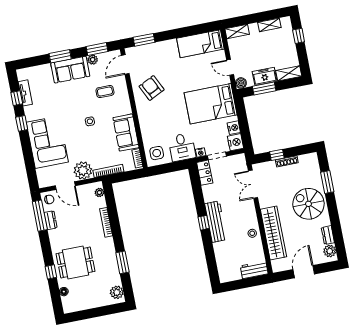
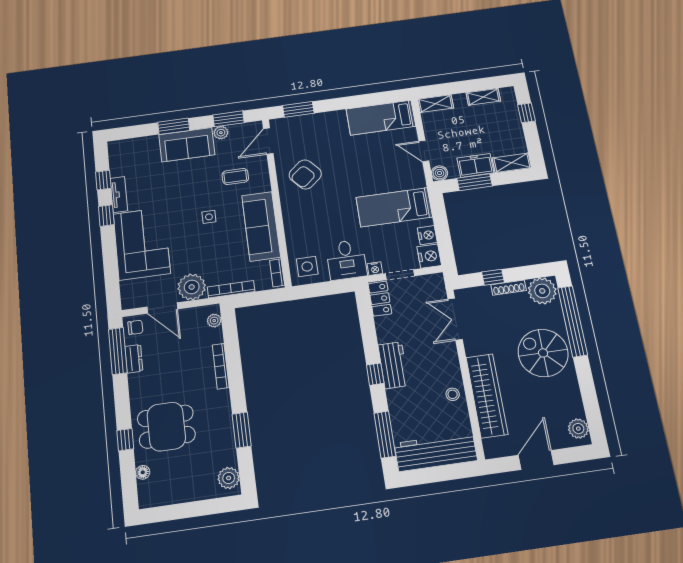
armchair: (152, 88) -> (305, 174), turned -105
tv unit: (25, 93) -> (119, 195), moved
bed: (211, 104) -> (394, 207), width x0.67
sofa: (126, 133) -> (261, 226), width x1.36
plant: (308, 163) -> (542, 291), added
window: (327, 182) -> (573, 321), width x2.11
workbench: (216, 222) -> (393, 365), width x0.73
dresser: (328, 235) -> (575, 403), removed
window: (211, 261) -> (385, 435), added
workbench: (254, 270) -> (436, 452), width x1.88, depth x1.32

